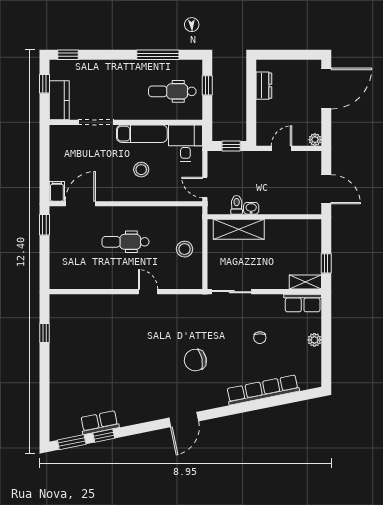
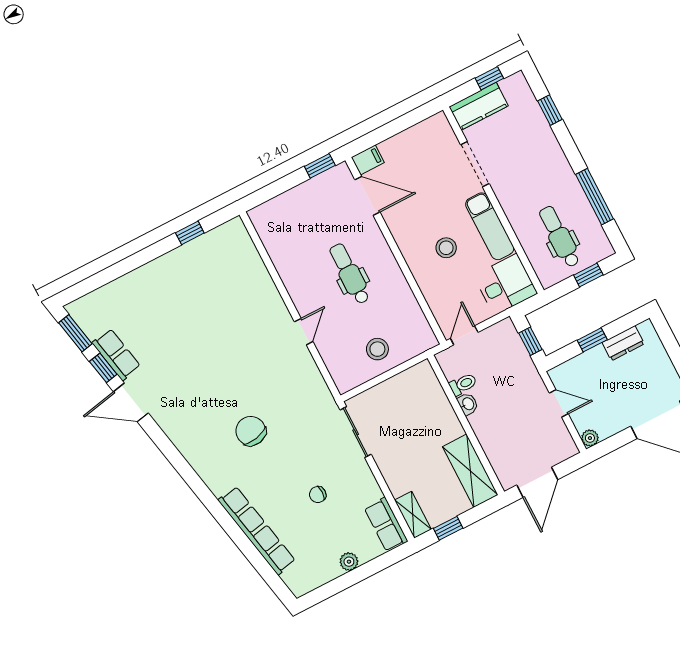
window: (68, 55) -> (550, 110), moved
window: (251, 105) -> (592, 340), added
shelving: (239, 229) -> (470, 471), moved
door: (184, 420) -> (131, 402), moved

